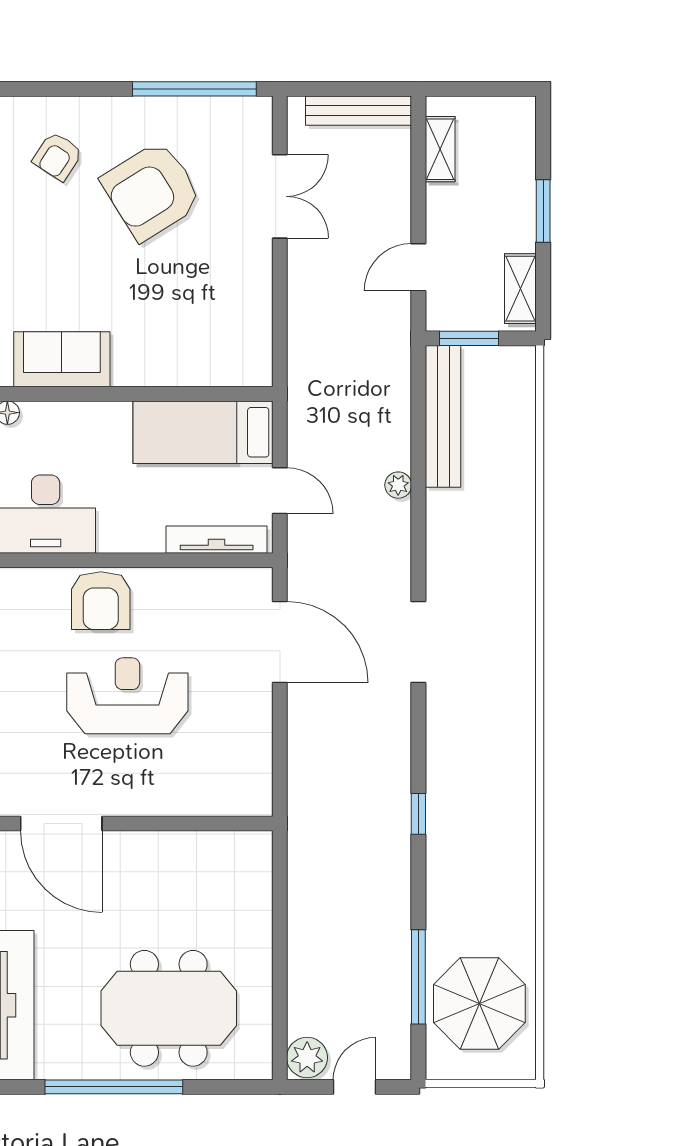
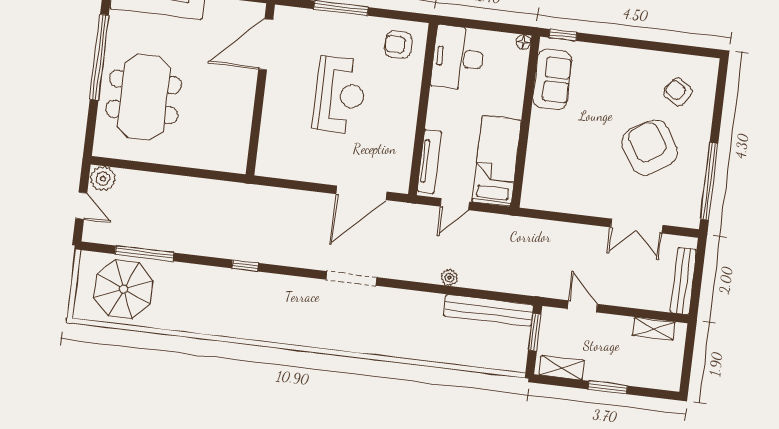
armchair: (101, 601) -> (398, 45), moved, width x0.72, depth x0.72

